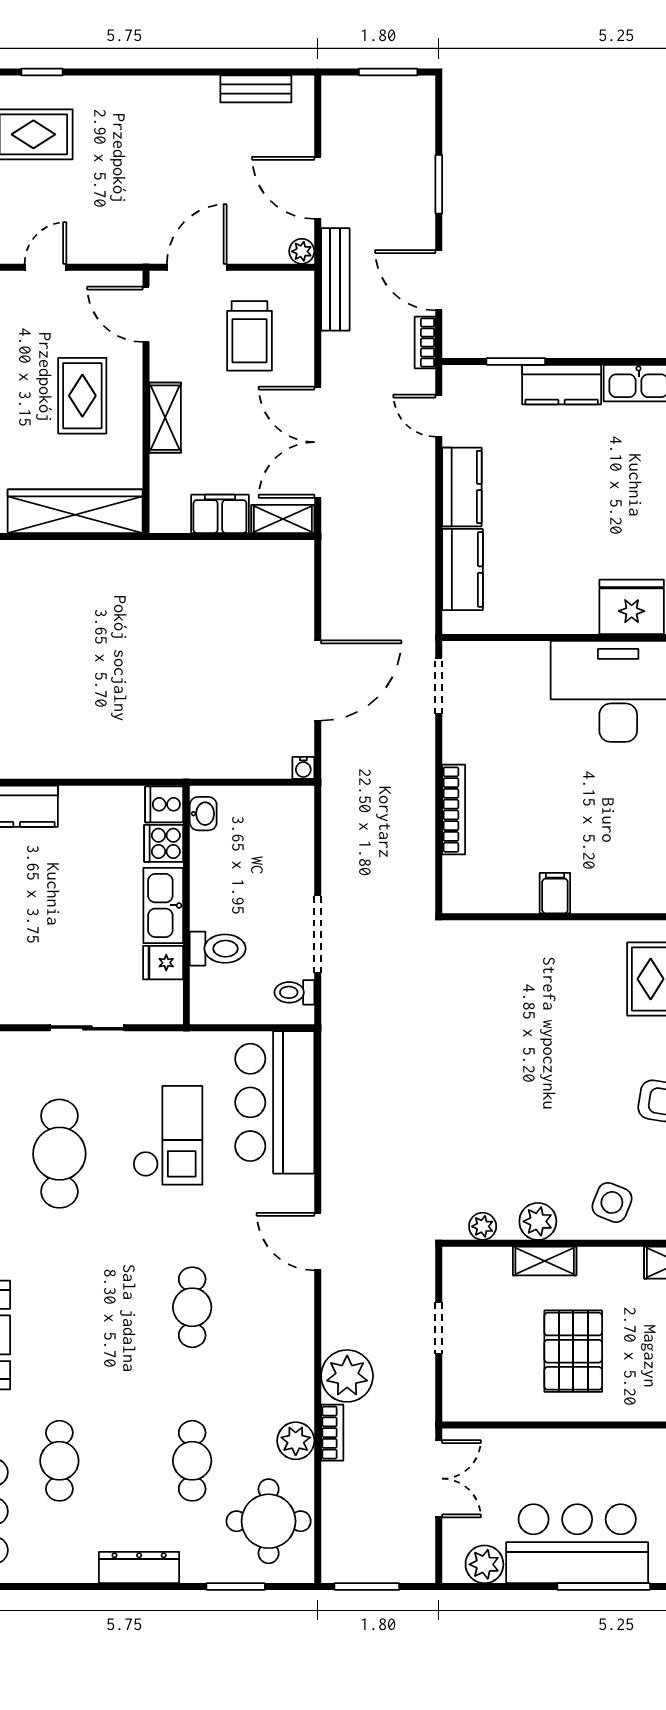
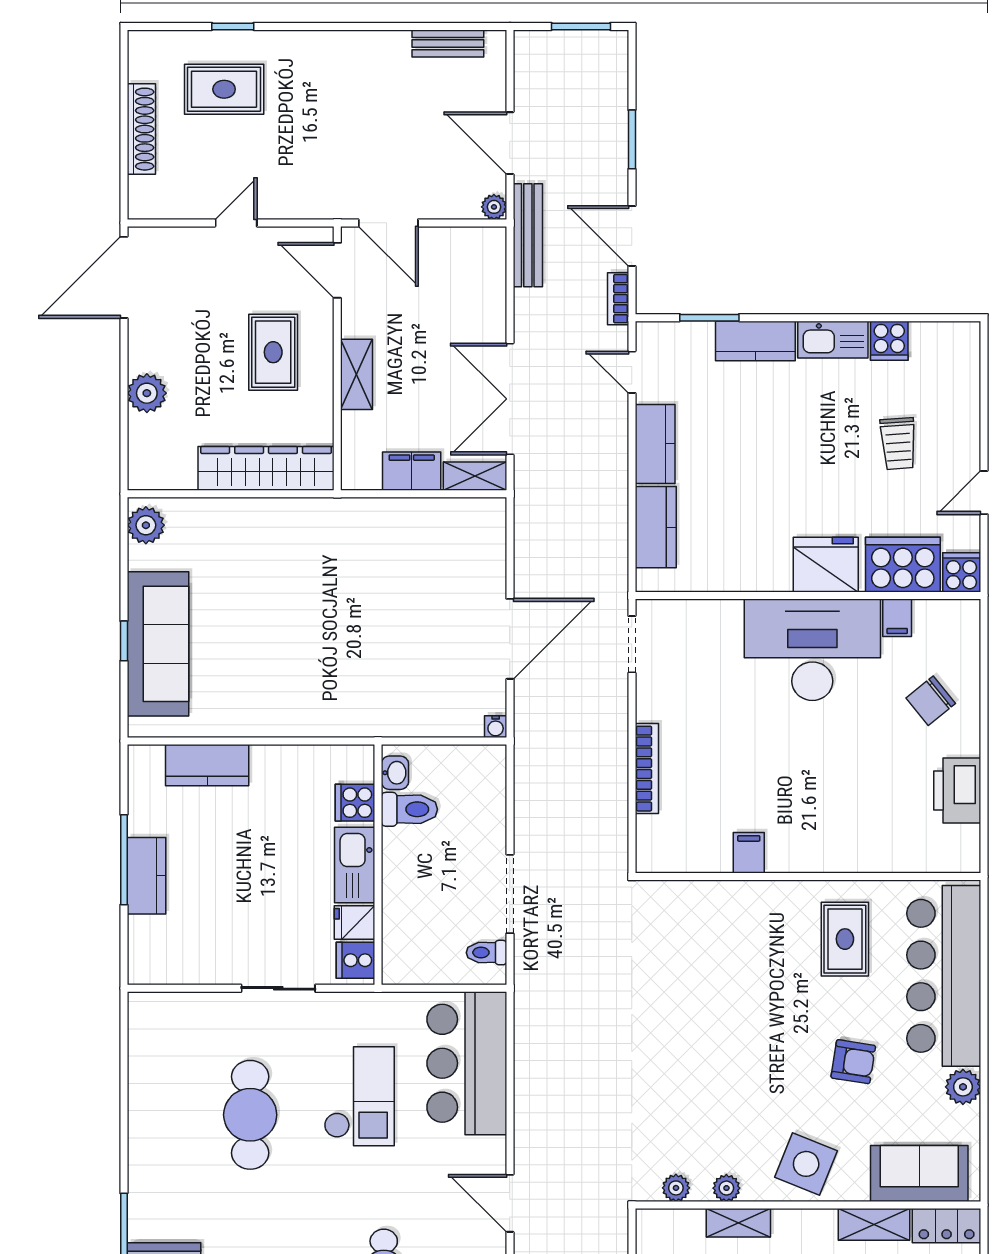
door: (197, 267) -> (388, 223), swing flipped
trolley: (250, 336) -> (441, 292), removed
cooker: (164, 804) -> (355, 960), moved
toilet: (218, 949) -> (409, 809), moved
side table: (612, 1202) -> (806, 1164), width x1.37, depth x1.37
plant: (538, 1221) -> (726, 1188), width x0.73, depth x0.73

